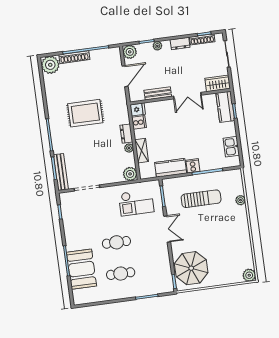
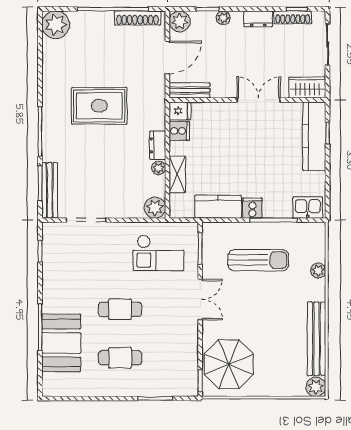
shoe rack: (74, 57) -> (137, 18), moved
bench: (158, 93) -> (190, 90), moved
double door: (187, 96) -> (259, 100), swing flipped
kitchen counter: (225, 107) -> (314, 136), width x1.50
kitchen sink: (231, 147) -> (308, 208), moved, turned 90
bench: (245, 244) -> (317, 339), added

